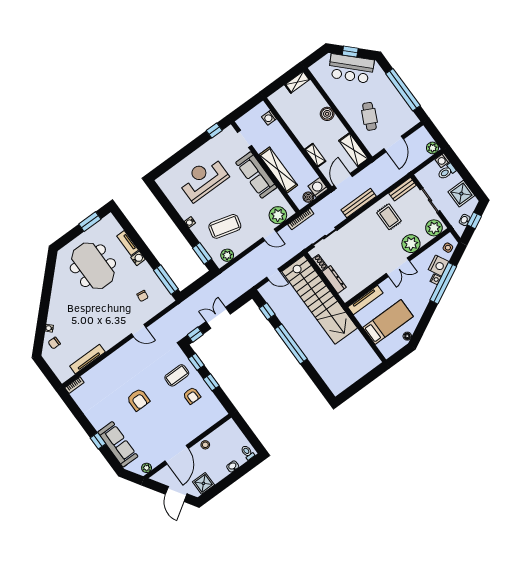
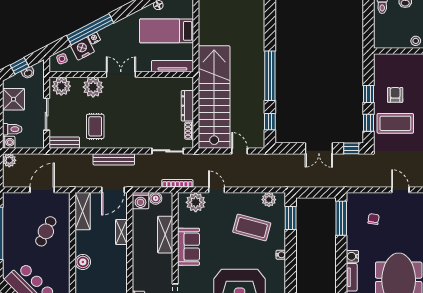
shelving: (278, 170) -> (165, 235), width x0.68
sofa: (256, 175) -> (188, 247), width x0.73
coffee table: (177, 375) -> (395, 123), width x1.36, depth x1.32

